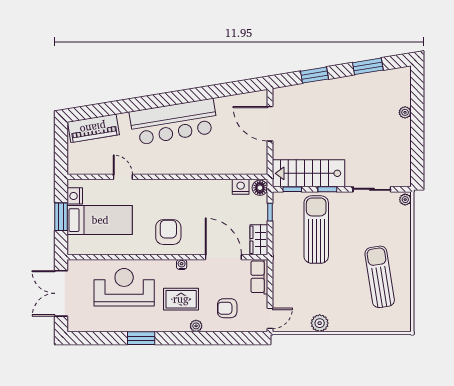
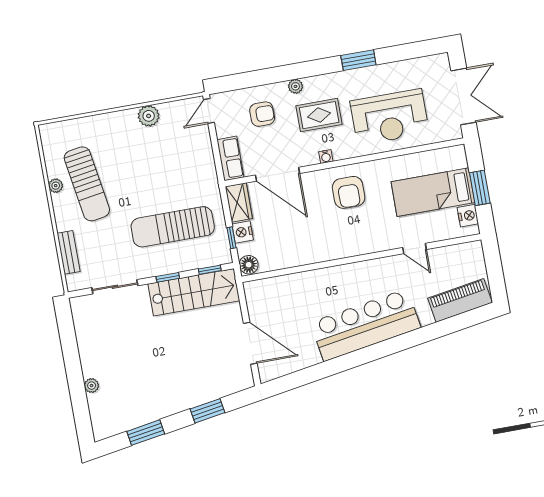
nightstand: (241, 187) -> (243, 232), moved, turned 90
plant: (405, 200) -> (56, 186), moved
bench: (404, 224) -> (69, 252), added
sun lounger: (316, 230) -> (173, 227), turned 90

